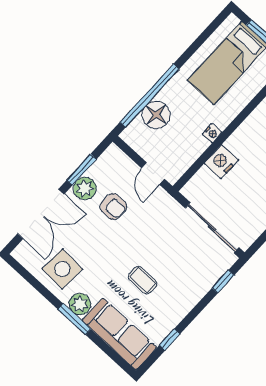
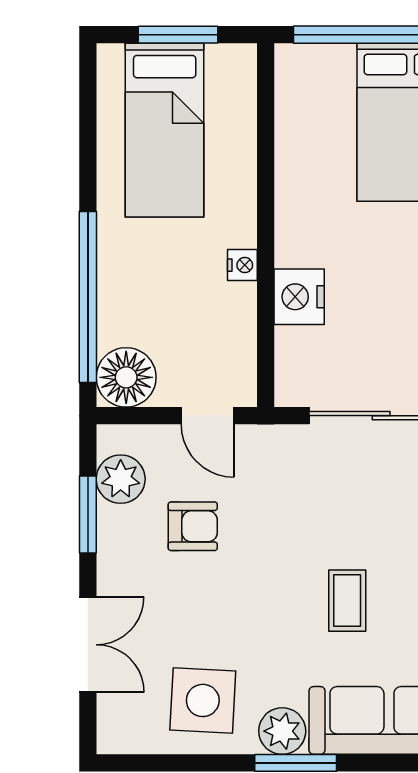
floor lamp: (156, 115) -> (126, 377), moved
plant: (85, 188) -> (121, 479), moved
double door: (41, 214) -> (88, 645), width x0.73
coffee table: (143, 280) -> (347, 601), turned 90

